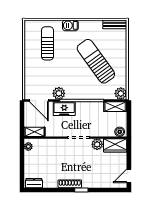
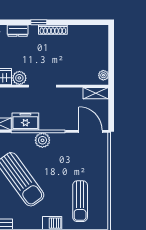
plant: (59, 93) -> (42, 140), moved
freezer: (64, 109) -> (25, 121), moved
dresser: (34, 183) -> (18, 31), moved

